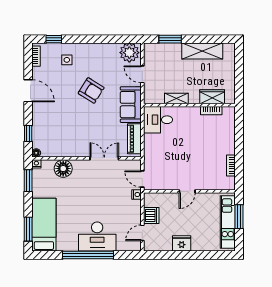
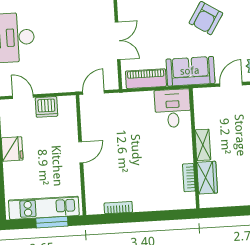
shelving: (176, 99) -> (203, 145), moved
door: (187, 191) -> (81, 152), swing flipped
nightstand: (137, 195) -> (73, 86), removed

